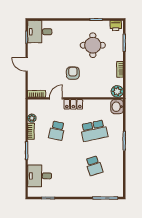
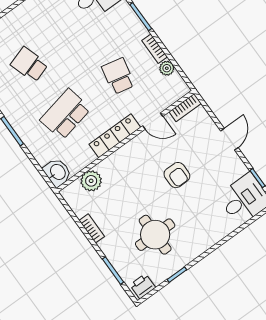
door: (27, 64) -> (229, 139), hinge flipped
armchair: (73, 73) -> (177, 175), moved
plant: (117, 91) -> (91, 181), moved
door: (56, 98) -> (153, 121), hinge flipped
locker: (73, 104) -> (115, 136), width x1.53

